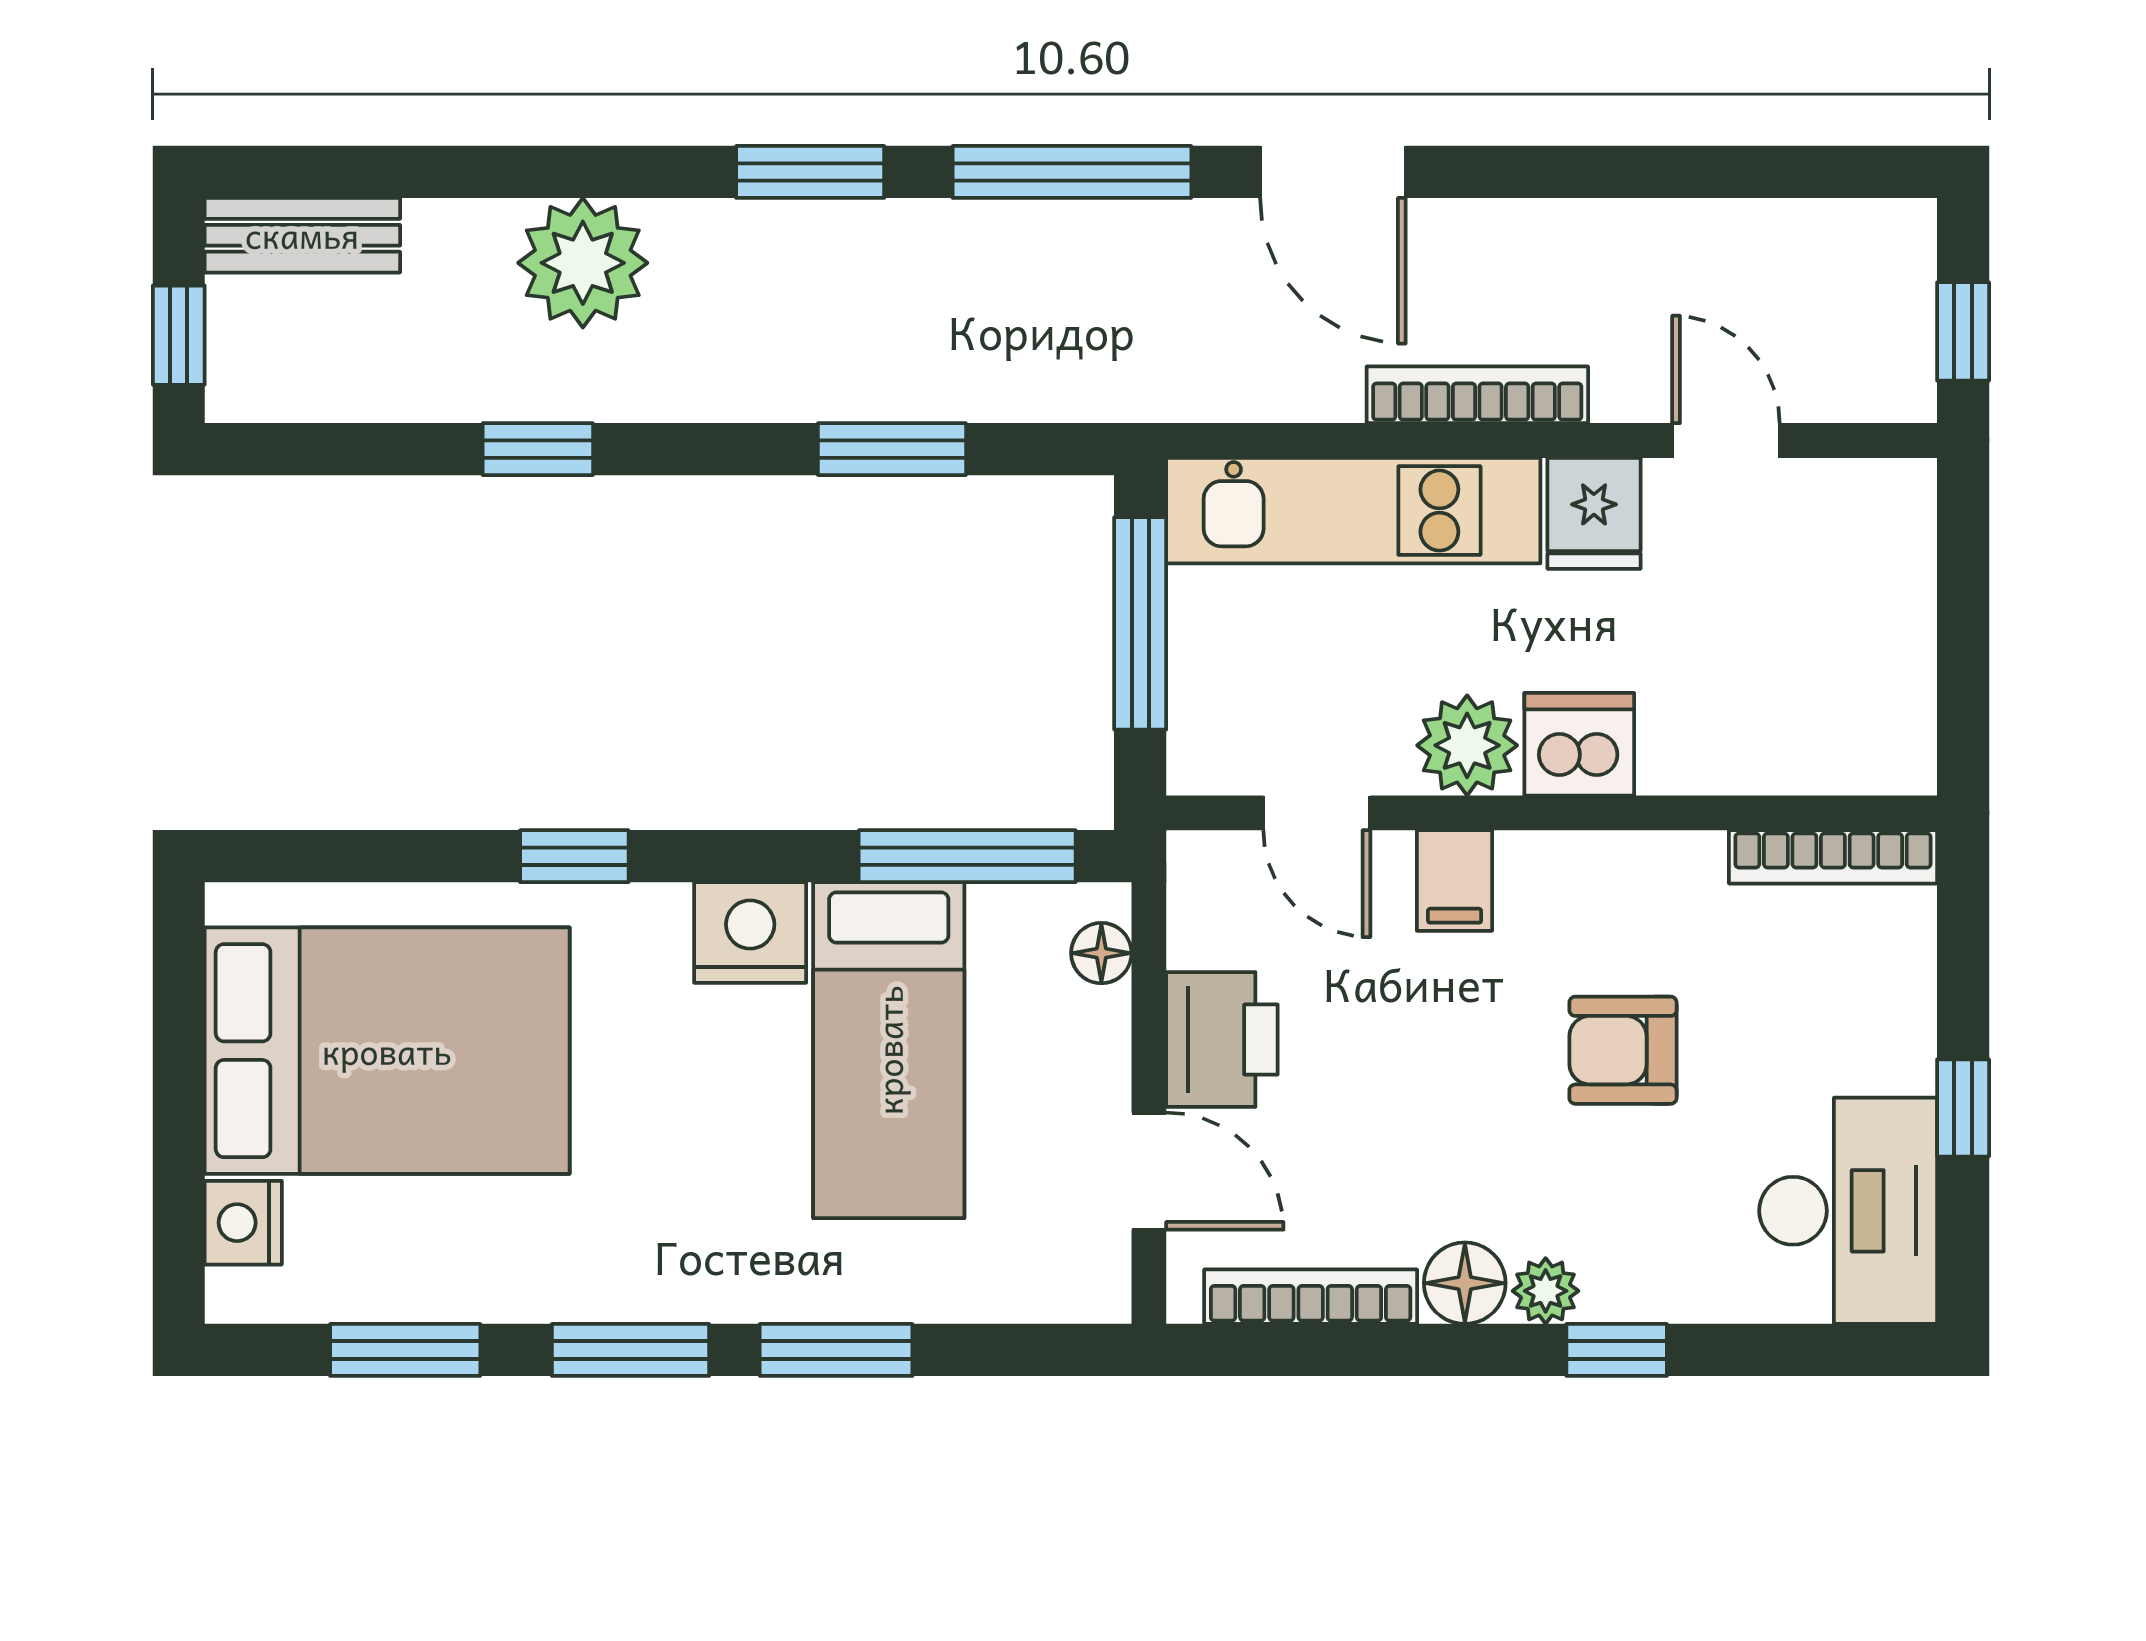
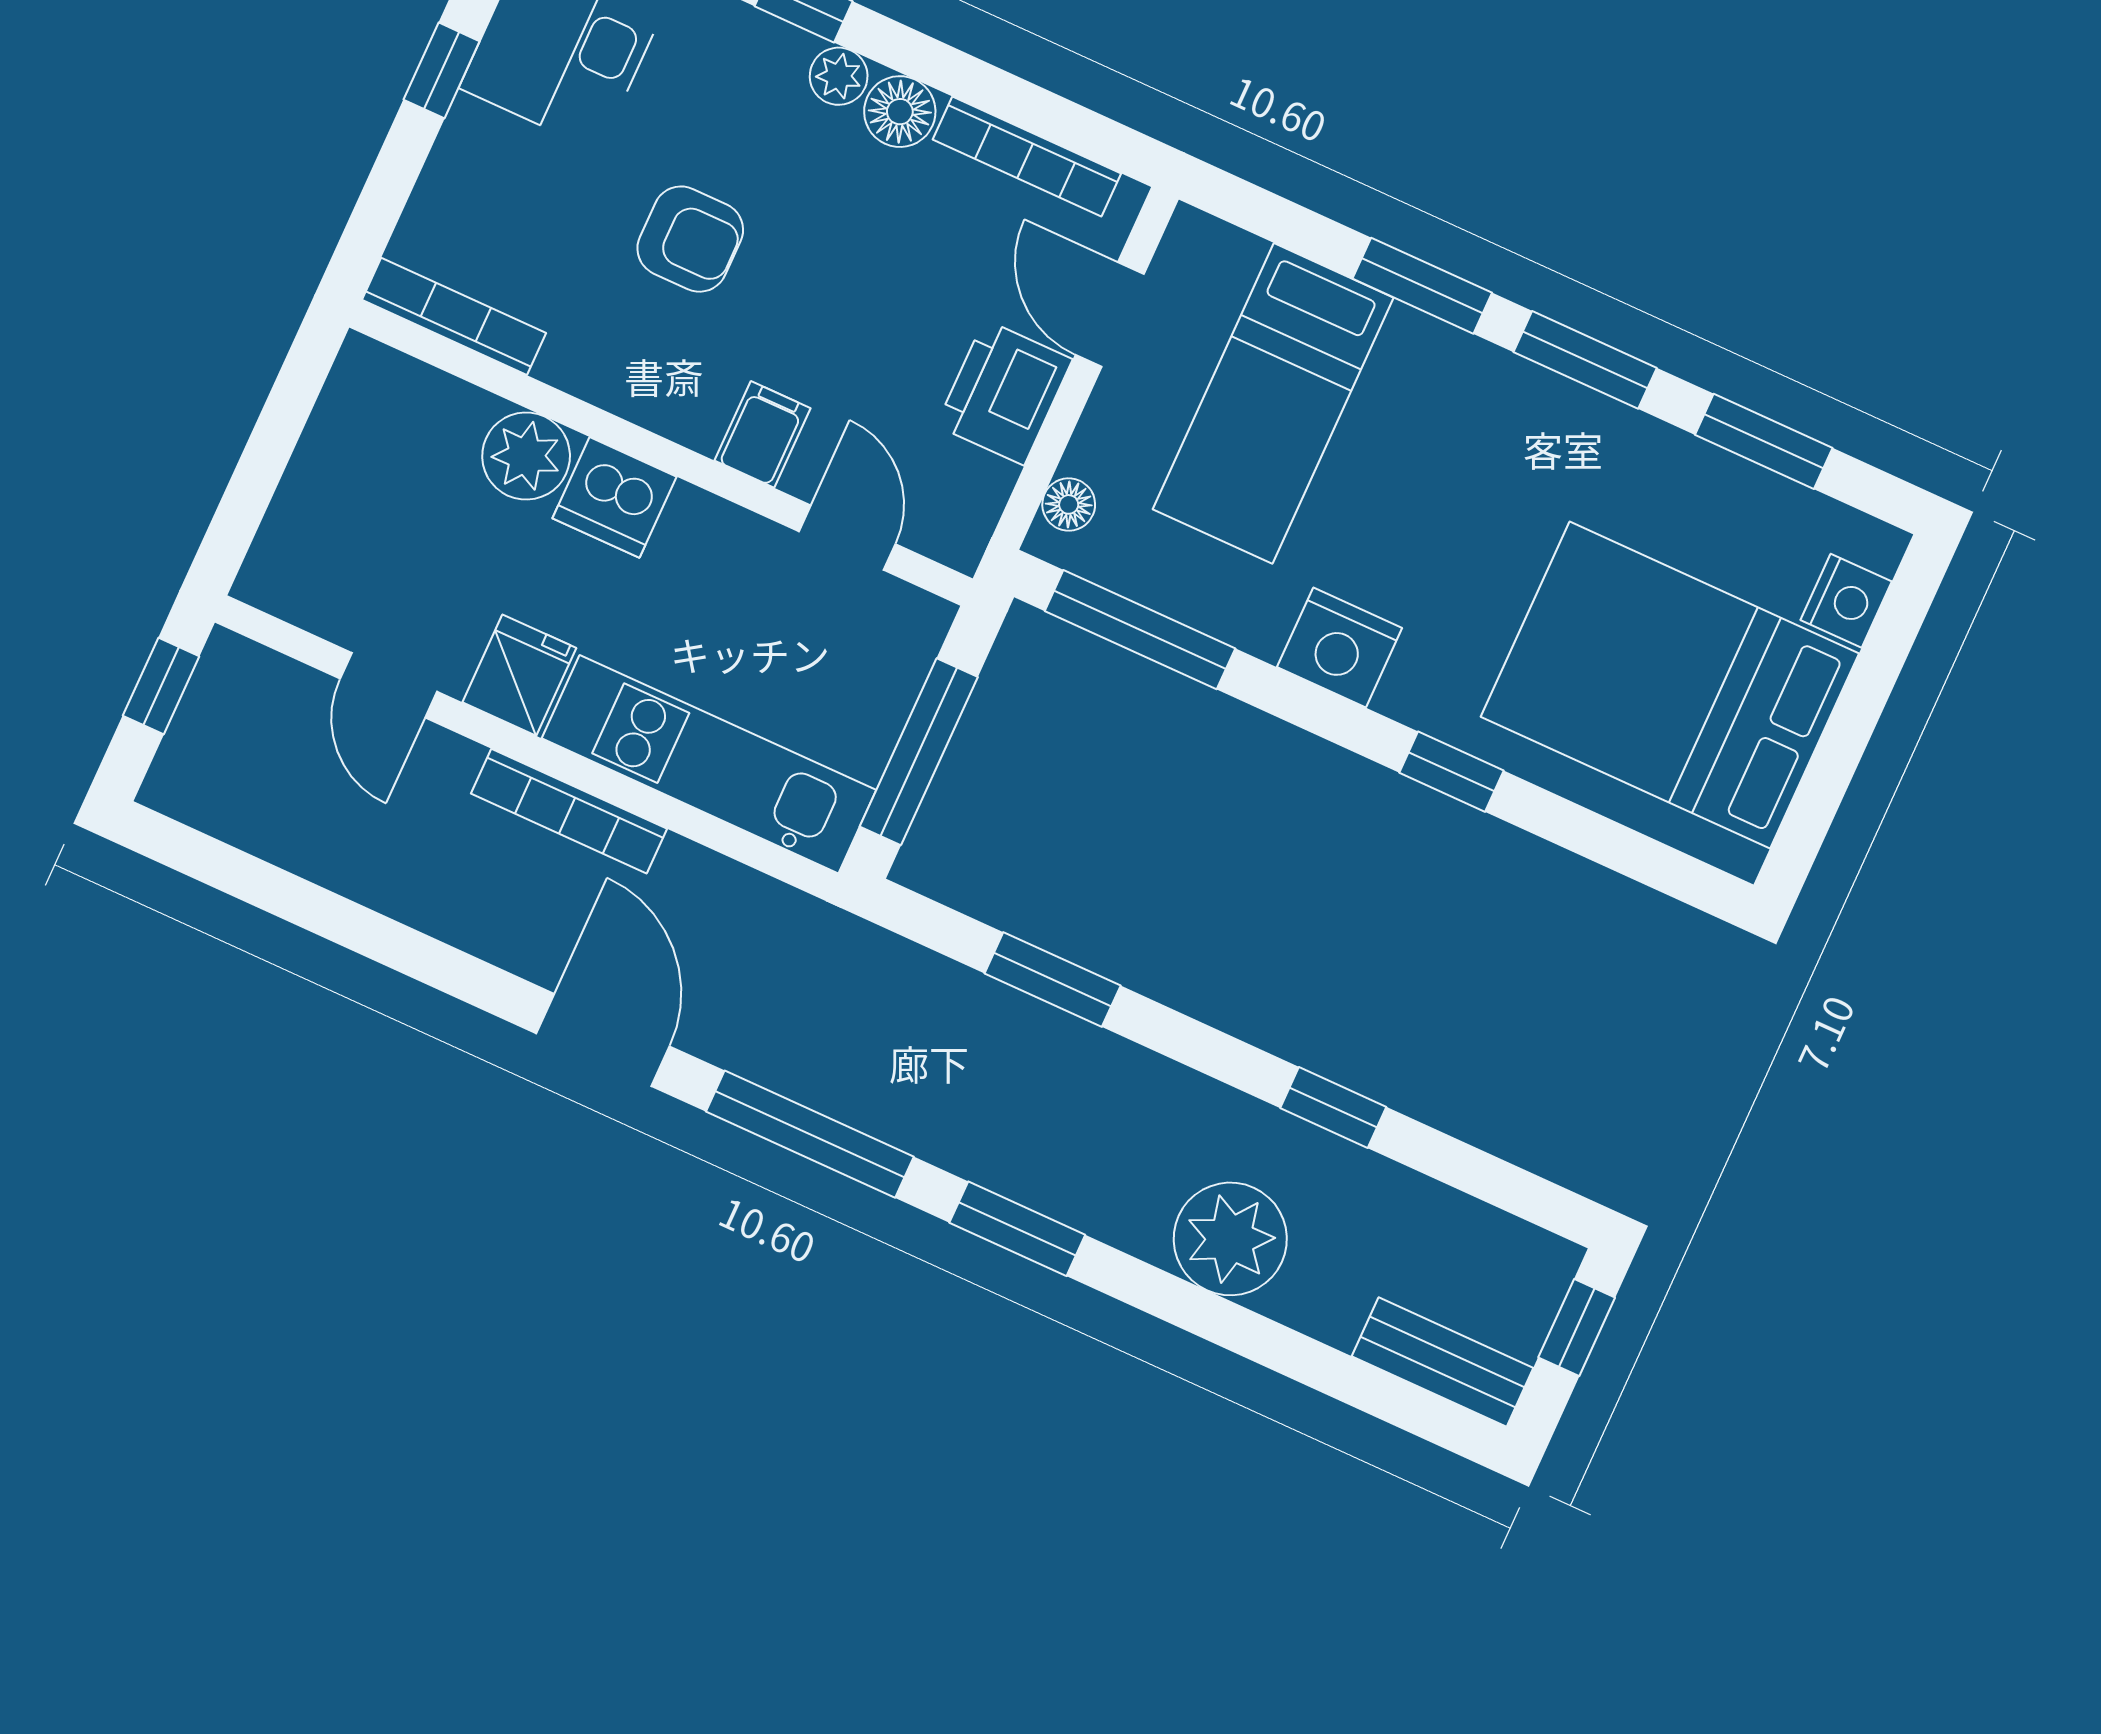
plant: (1467, 745) -> (526, 456), moved
bed: (889, 1050) -> (1273, 403), moved, turned 180

